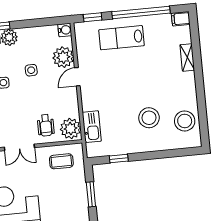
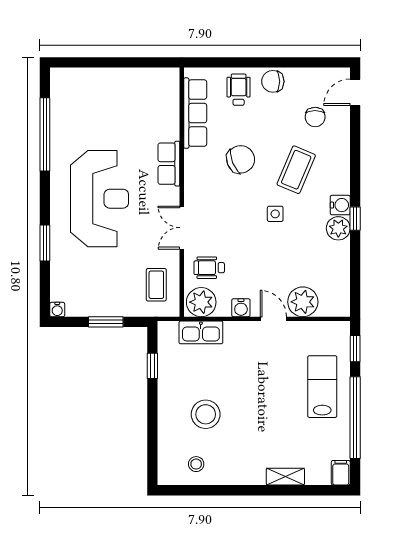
water cooler: (65, 30) -> (241, 308), moved
side table: (31, 70) -> (289, 255), removed
stool: (185, 121) -> (196, 464), width x0.53, depth x0.53

